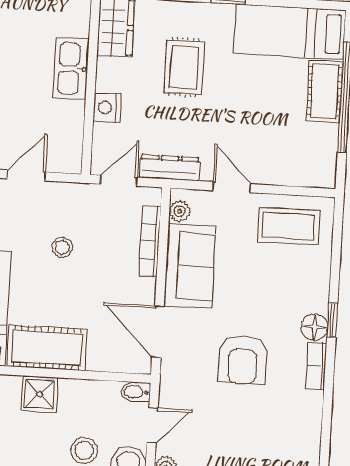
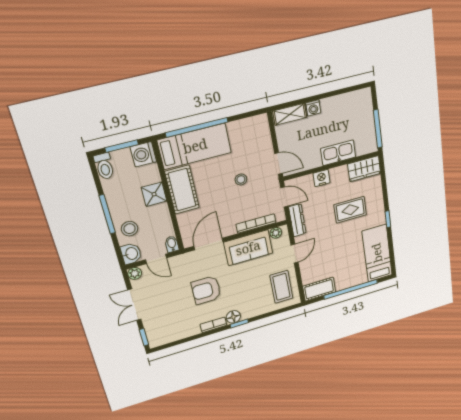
cot: (325, 91) -> (319, 289), moved
door: (26, 175) -> (278, 164), moved

